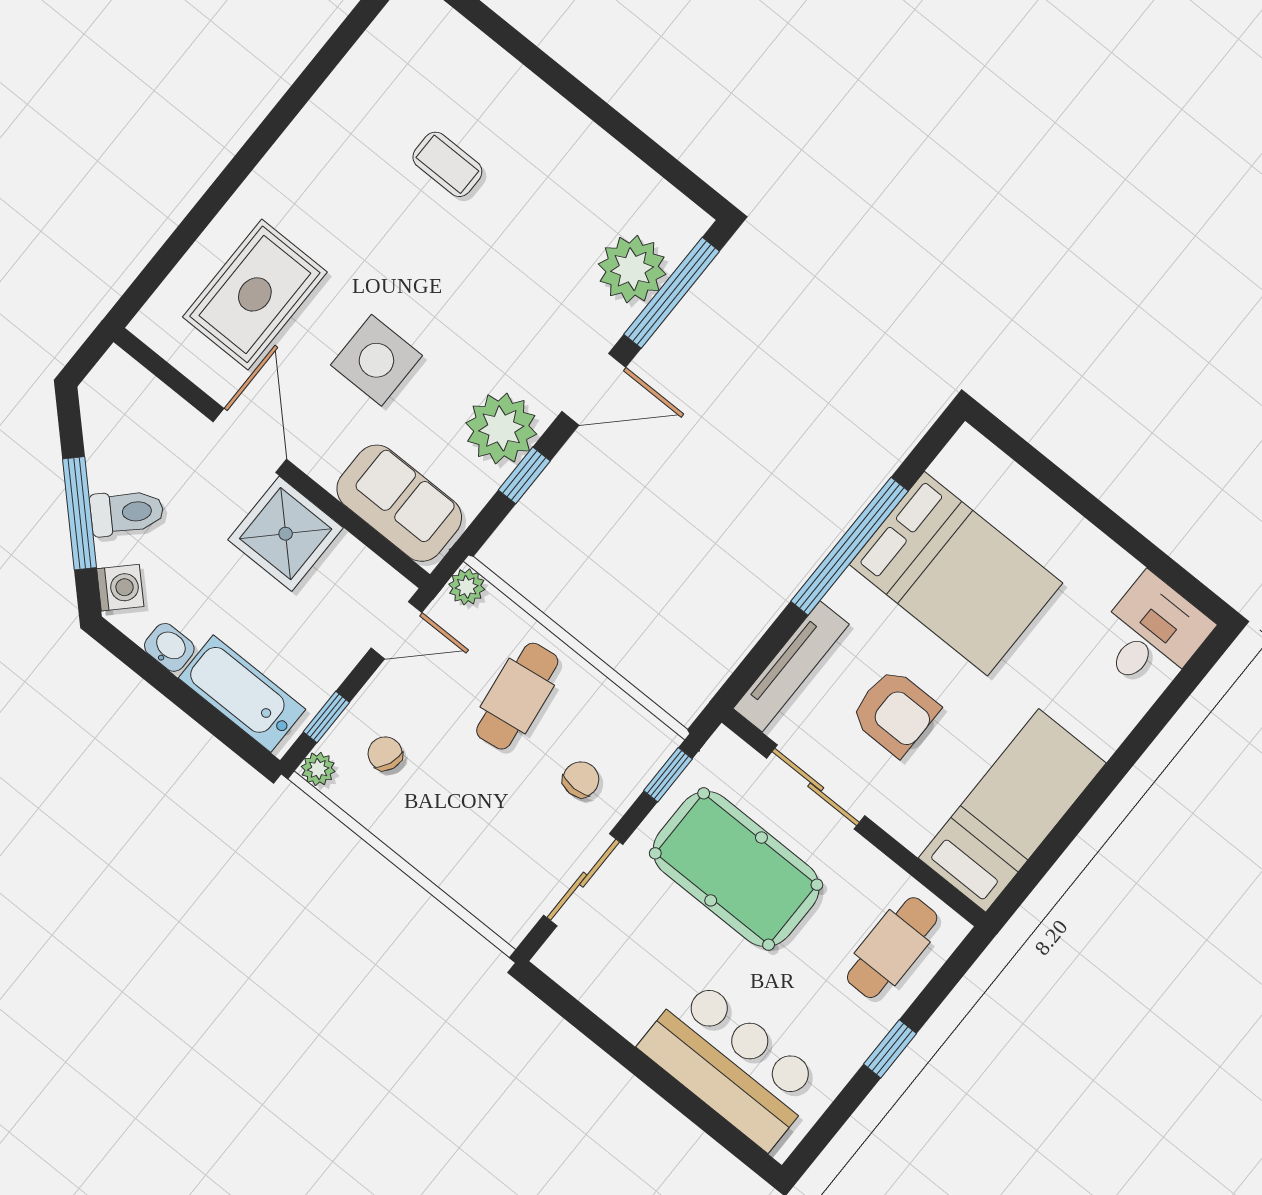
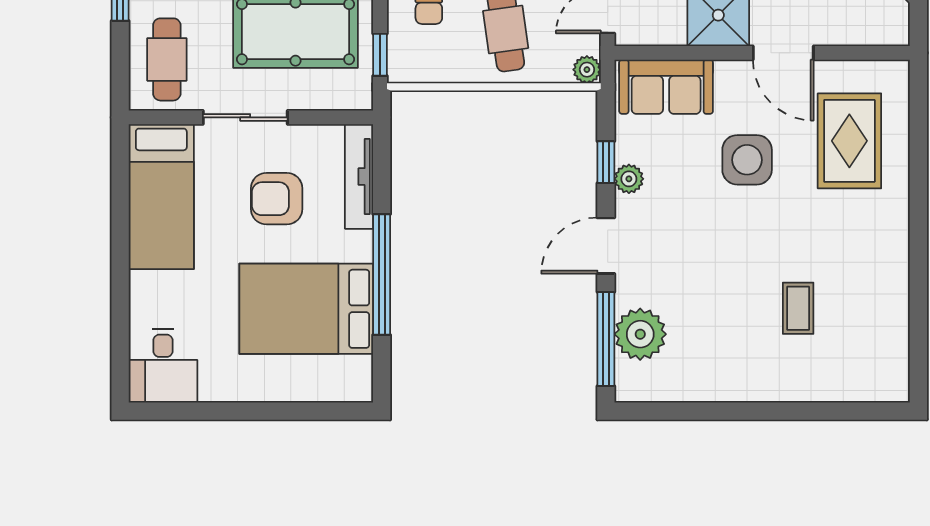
coffee table: (447, 164) -> (798, 308), turned 90
plant: (501, 428) -> (629, 179), width x0.53, depth x0.53
sliding door: (816, 787) -> (245, 117), moved

